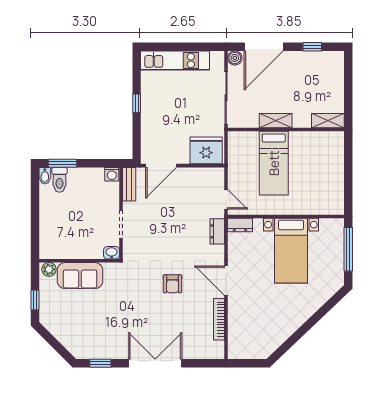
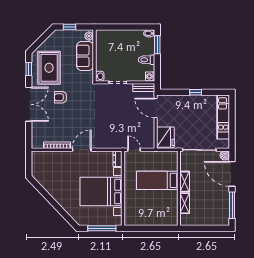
window: (312, 47) -> (232, 205), width x2.17
shelving: (328, 121) -> (185, 203), moved
toilet: (59, 180) -> (147, 60), moved
door: (226, 199) -> (134, 150), swing flipped
dresser: (217, 231) -> (113, 144), removed
bed with nightstands: (291, 251) -> (101, 192), width x1.36
armchair: (172, 284) -> (61, 97), moved
rug: (98, 332) -> (49, 68), added

